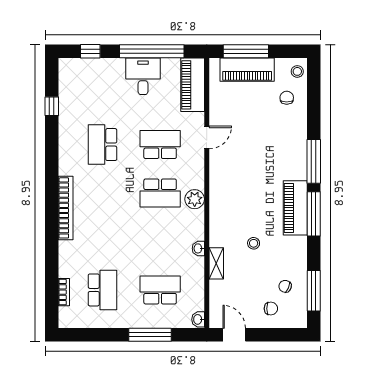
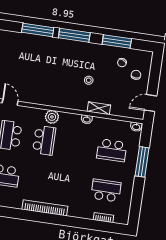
piano: (295, 208) -> (68, 48), removed
school desk: (160, 290) -> (112, 150), turned -90
window: (314, 291) -> (117, 41), moved

